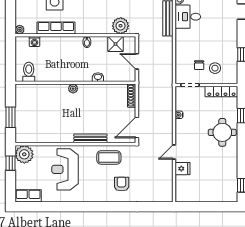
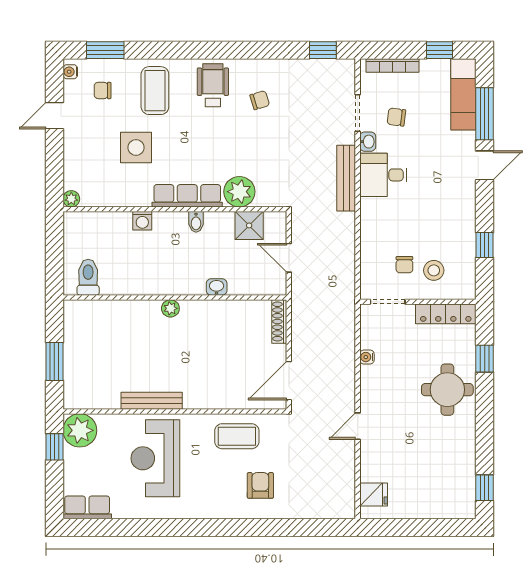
plant: (121, 26) -> (239, 192), moved
row of seats: (56, 28) -> (187, 196), moved
washing machine: (34, 41) -> (142, 221), moved
bench: (90, 138) -> (152, 401), moved
fridge: (183, 169) -> (374, 494), moved

